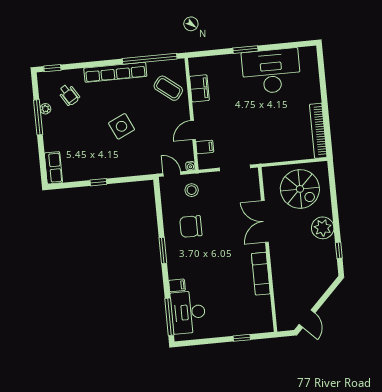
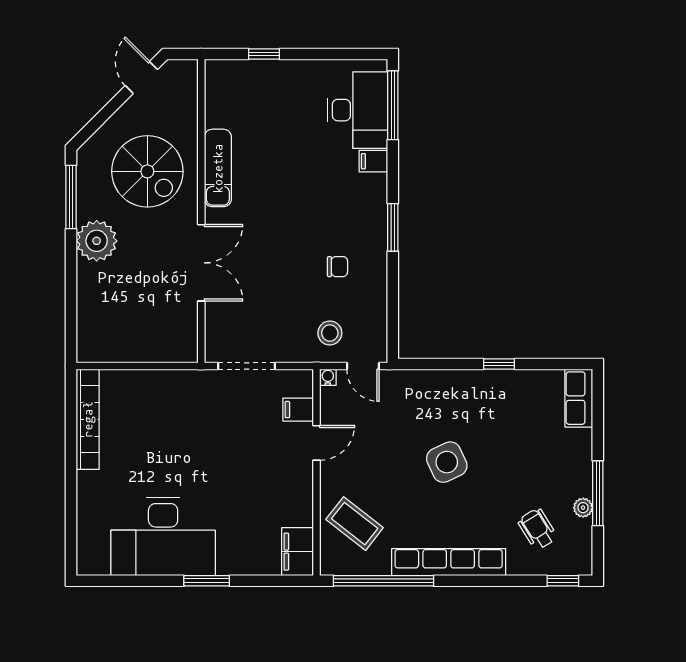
filing cabinet: (199, 88) -> (297, 552), moved
spiral stairs: (300, 189) -> (147, 171), moved, turned 180
chair: (191, 226) -> (338, 267), width x0.54, depth x0.54
window: (339, 250) -> (71, 197), width x2.17

